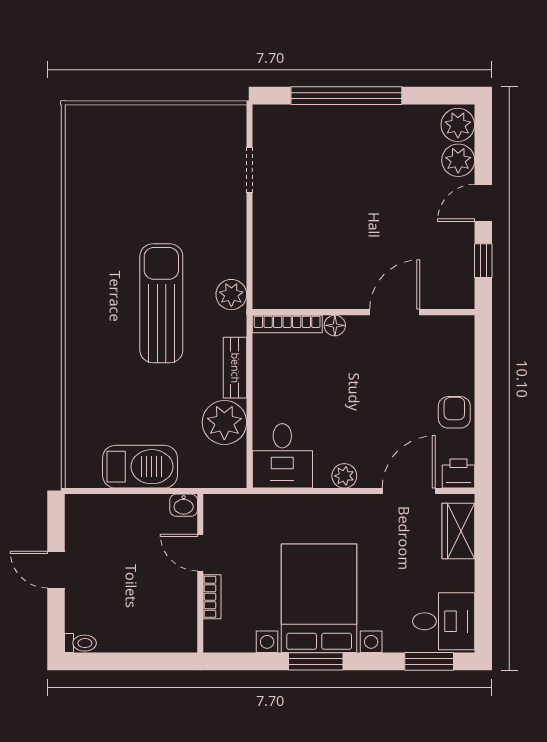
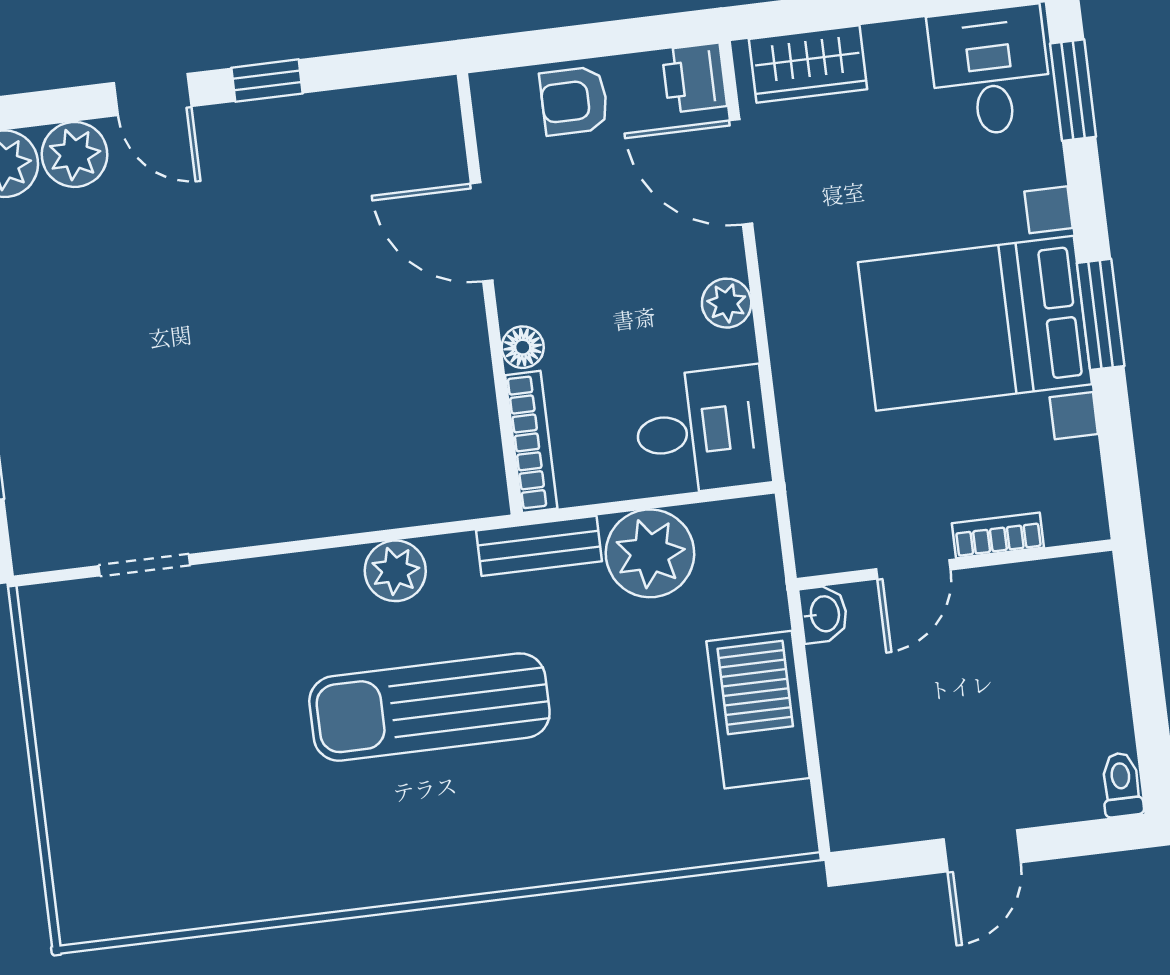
wall: (363, 312) -> (489, 294), moved
door: (395, 312) -> (482, 232), moved
bookcase: (287, 324) -> (531, 442), moved
floor lamp: (335, 325) -> (523, 347), moved

